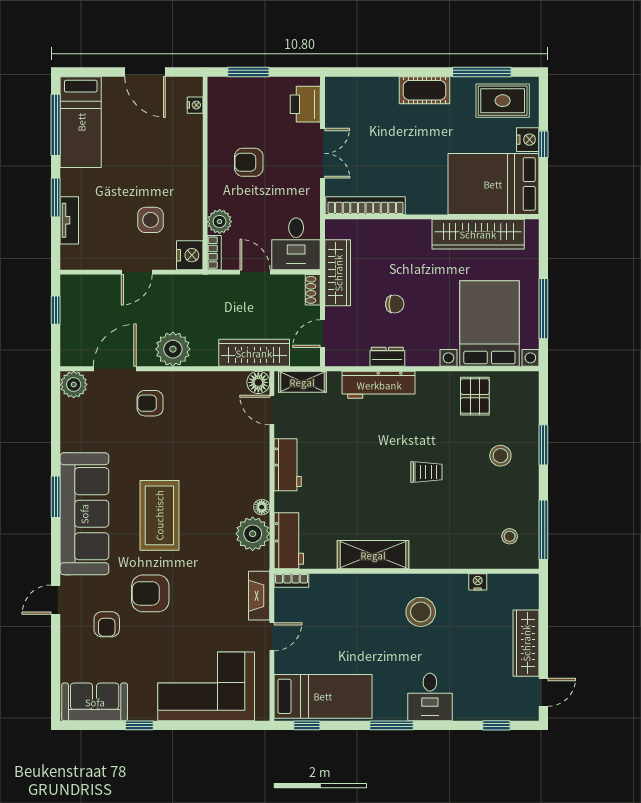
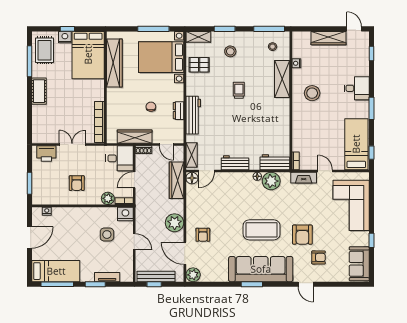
bench: (70, 314) -> (156, 277), added
shelving: (528, 395) -> (198, 37), added
shelving: (373, 555) -> (282, 79), moved

